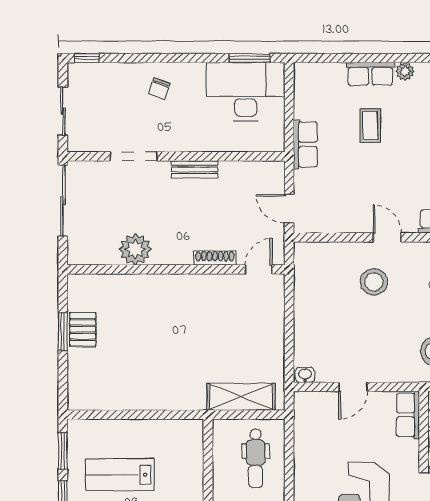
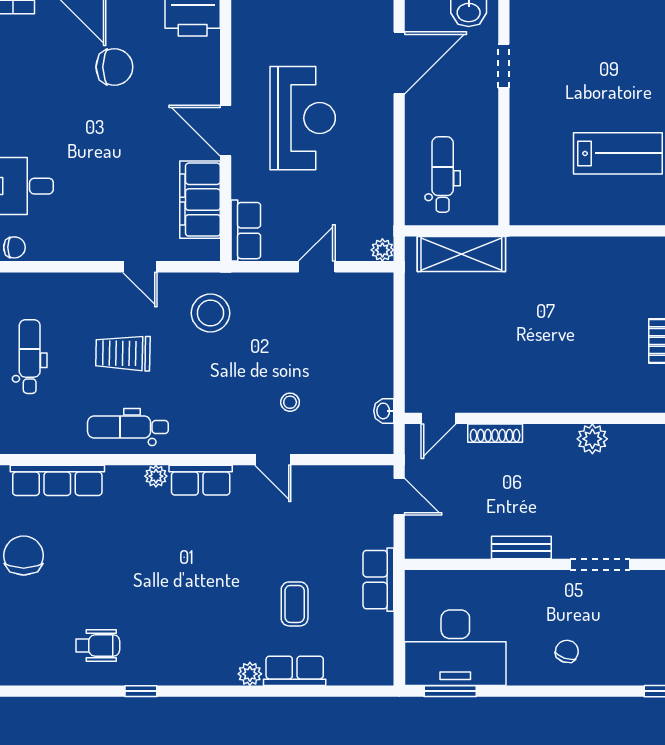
plant: (135, 249) -> (592, 439), width x0.73, depth x0.73
stool: (374, 282) -> (290, 402), width x0.53, depth x0.53
washbasin: (305, 375) -> (384, 411), moved, turned 90
plant: (302, 400) -> (382, 250), added

